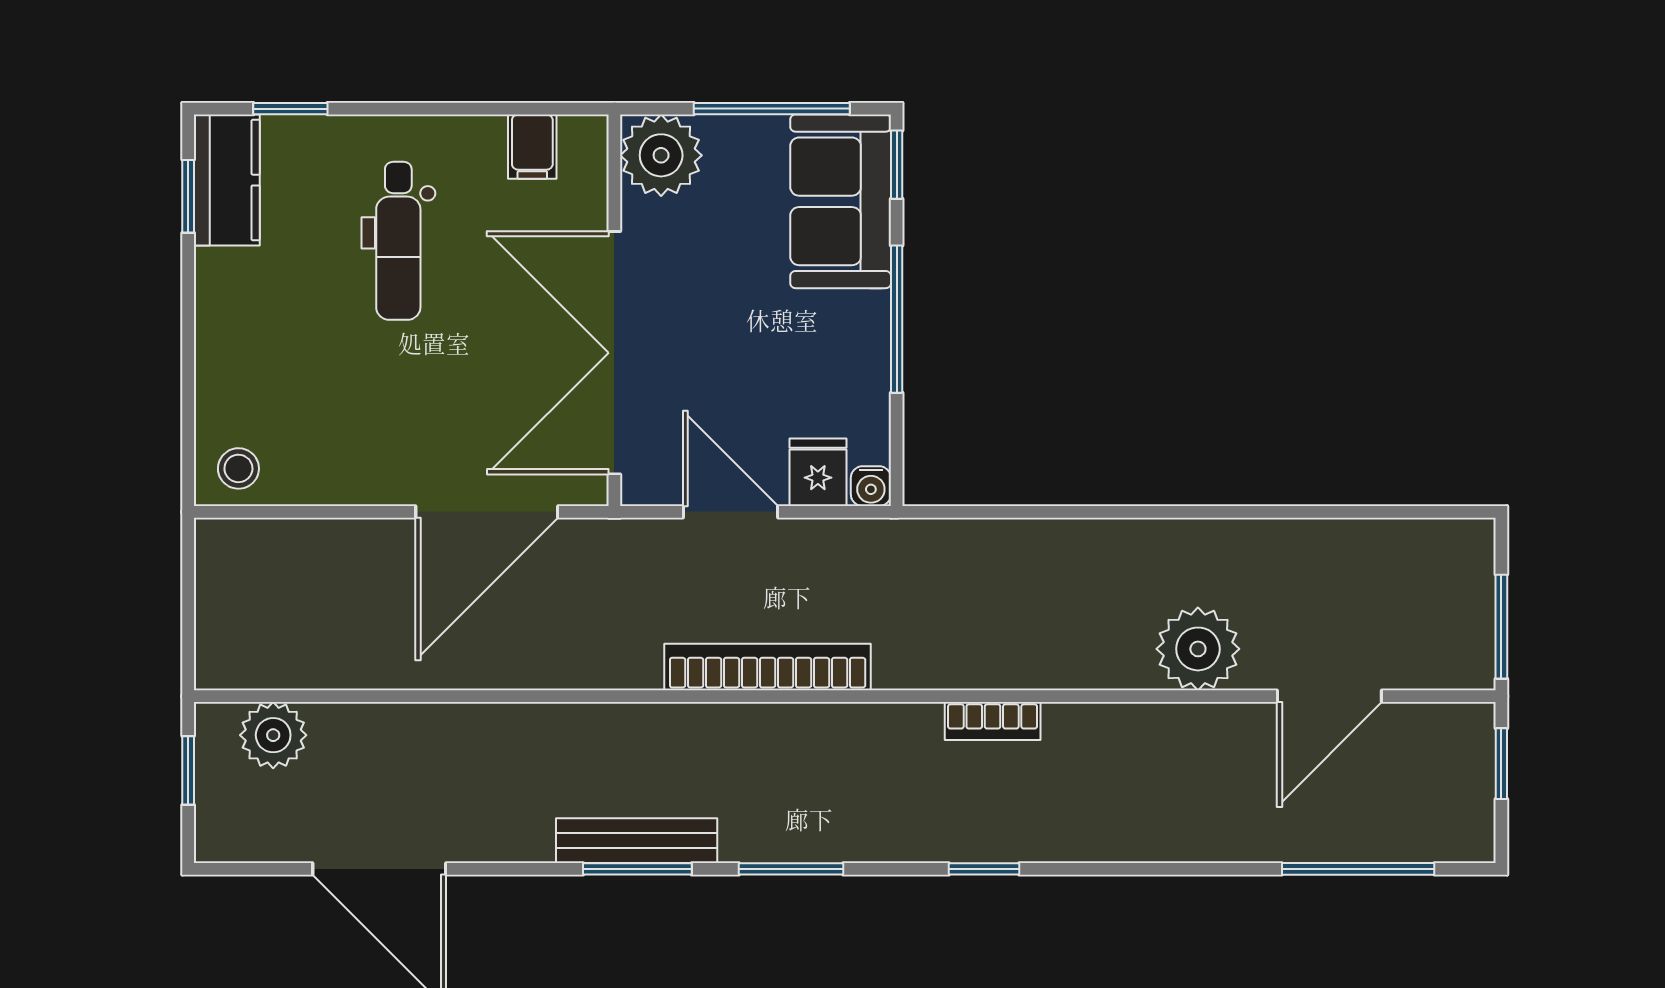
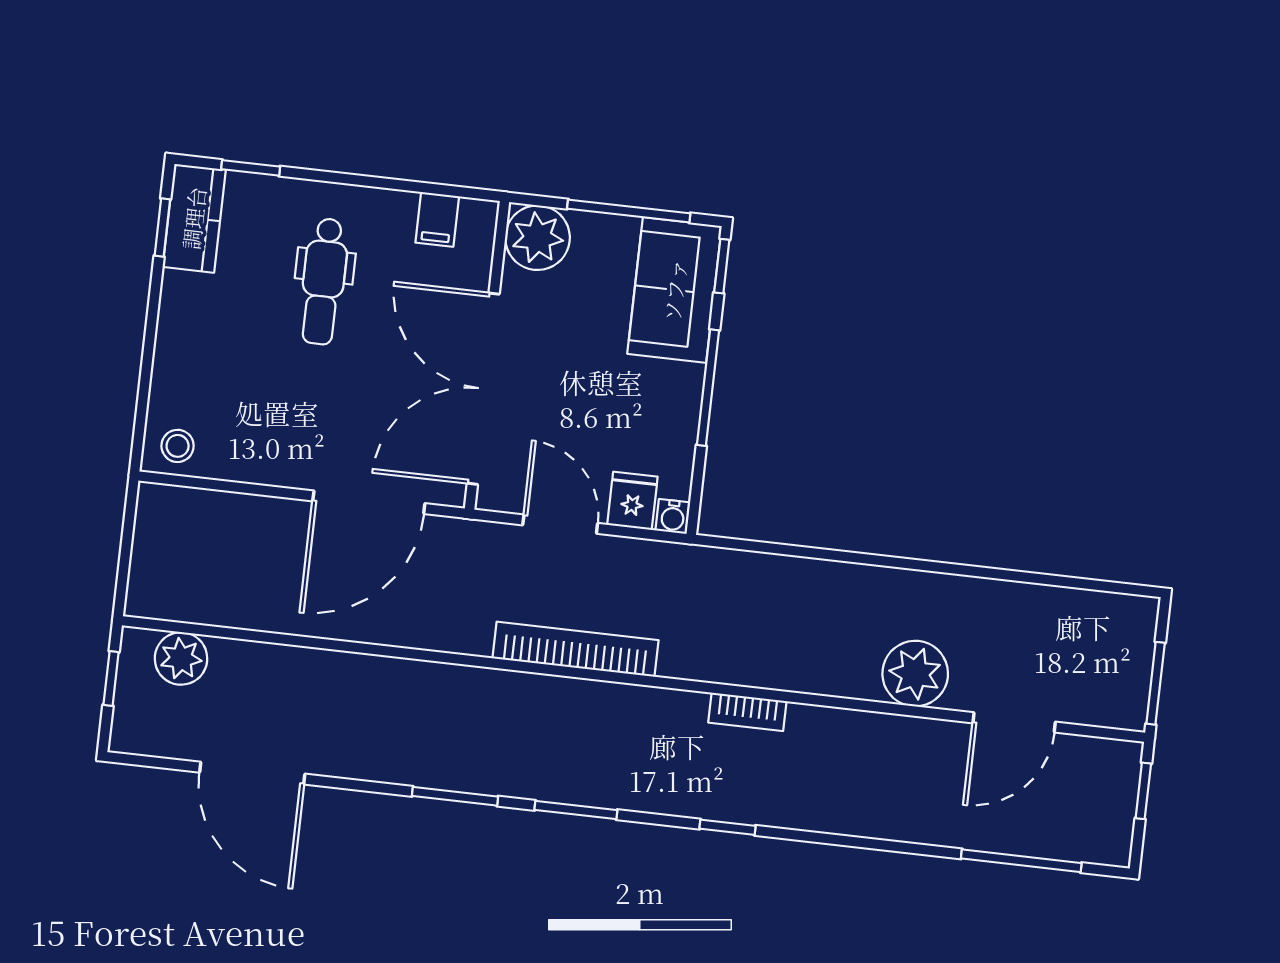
bench: (637, 841) -> (457, 774), removed

